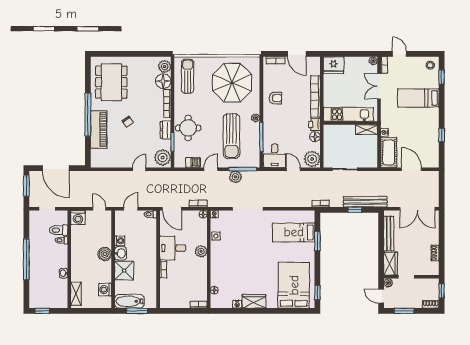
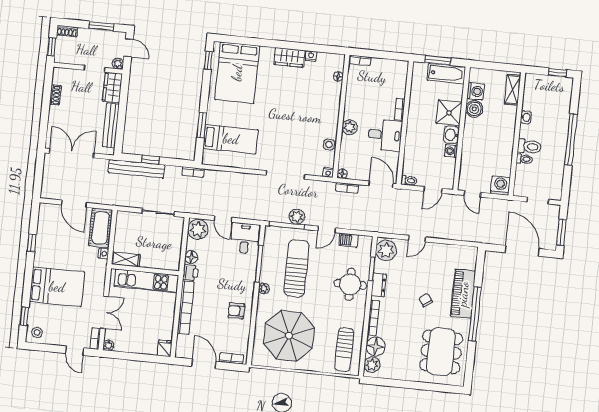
fridge: (334, 65) -> (165, 348), width x0.53, depth x0.75
bed: (418, 98) -> (57, 287), width x1.50
toilet: (58, 230) -> (529, 146), moved
boiler: (105, 254) -> (474, 109), moved

